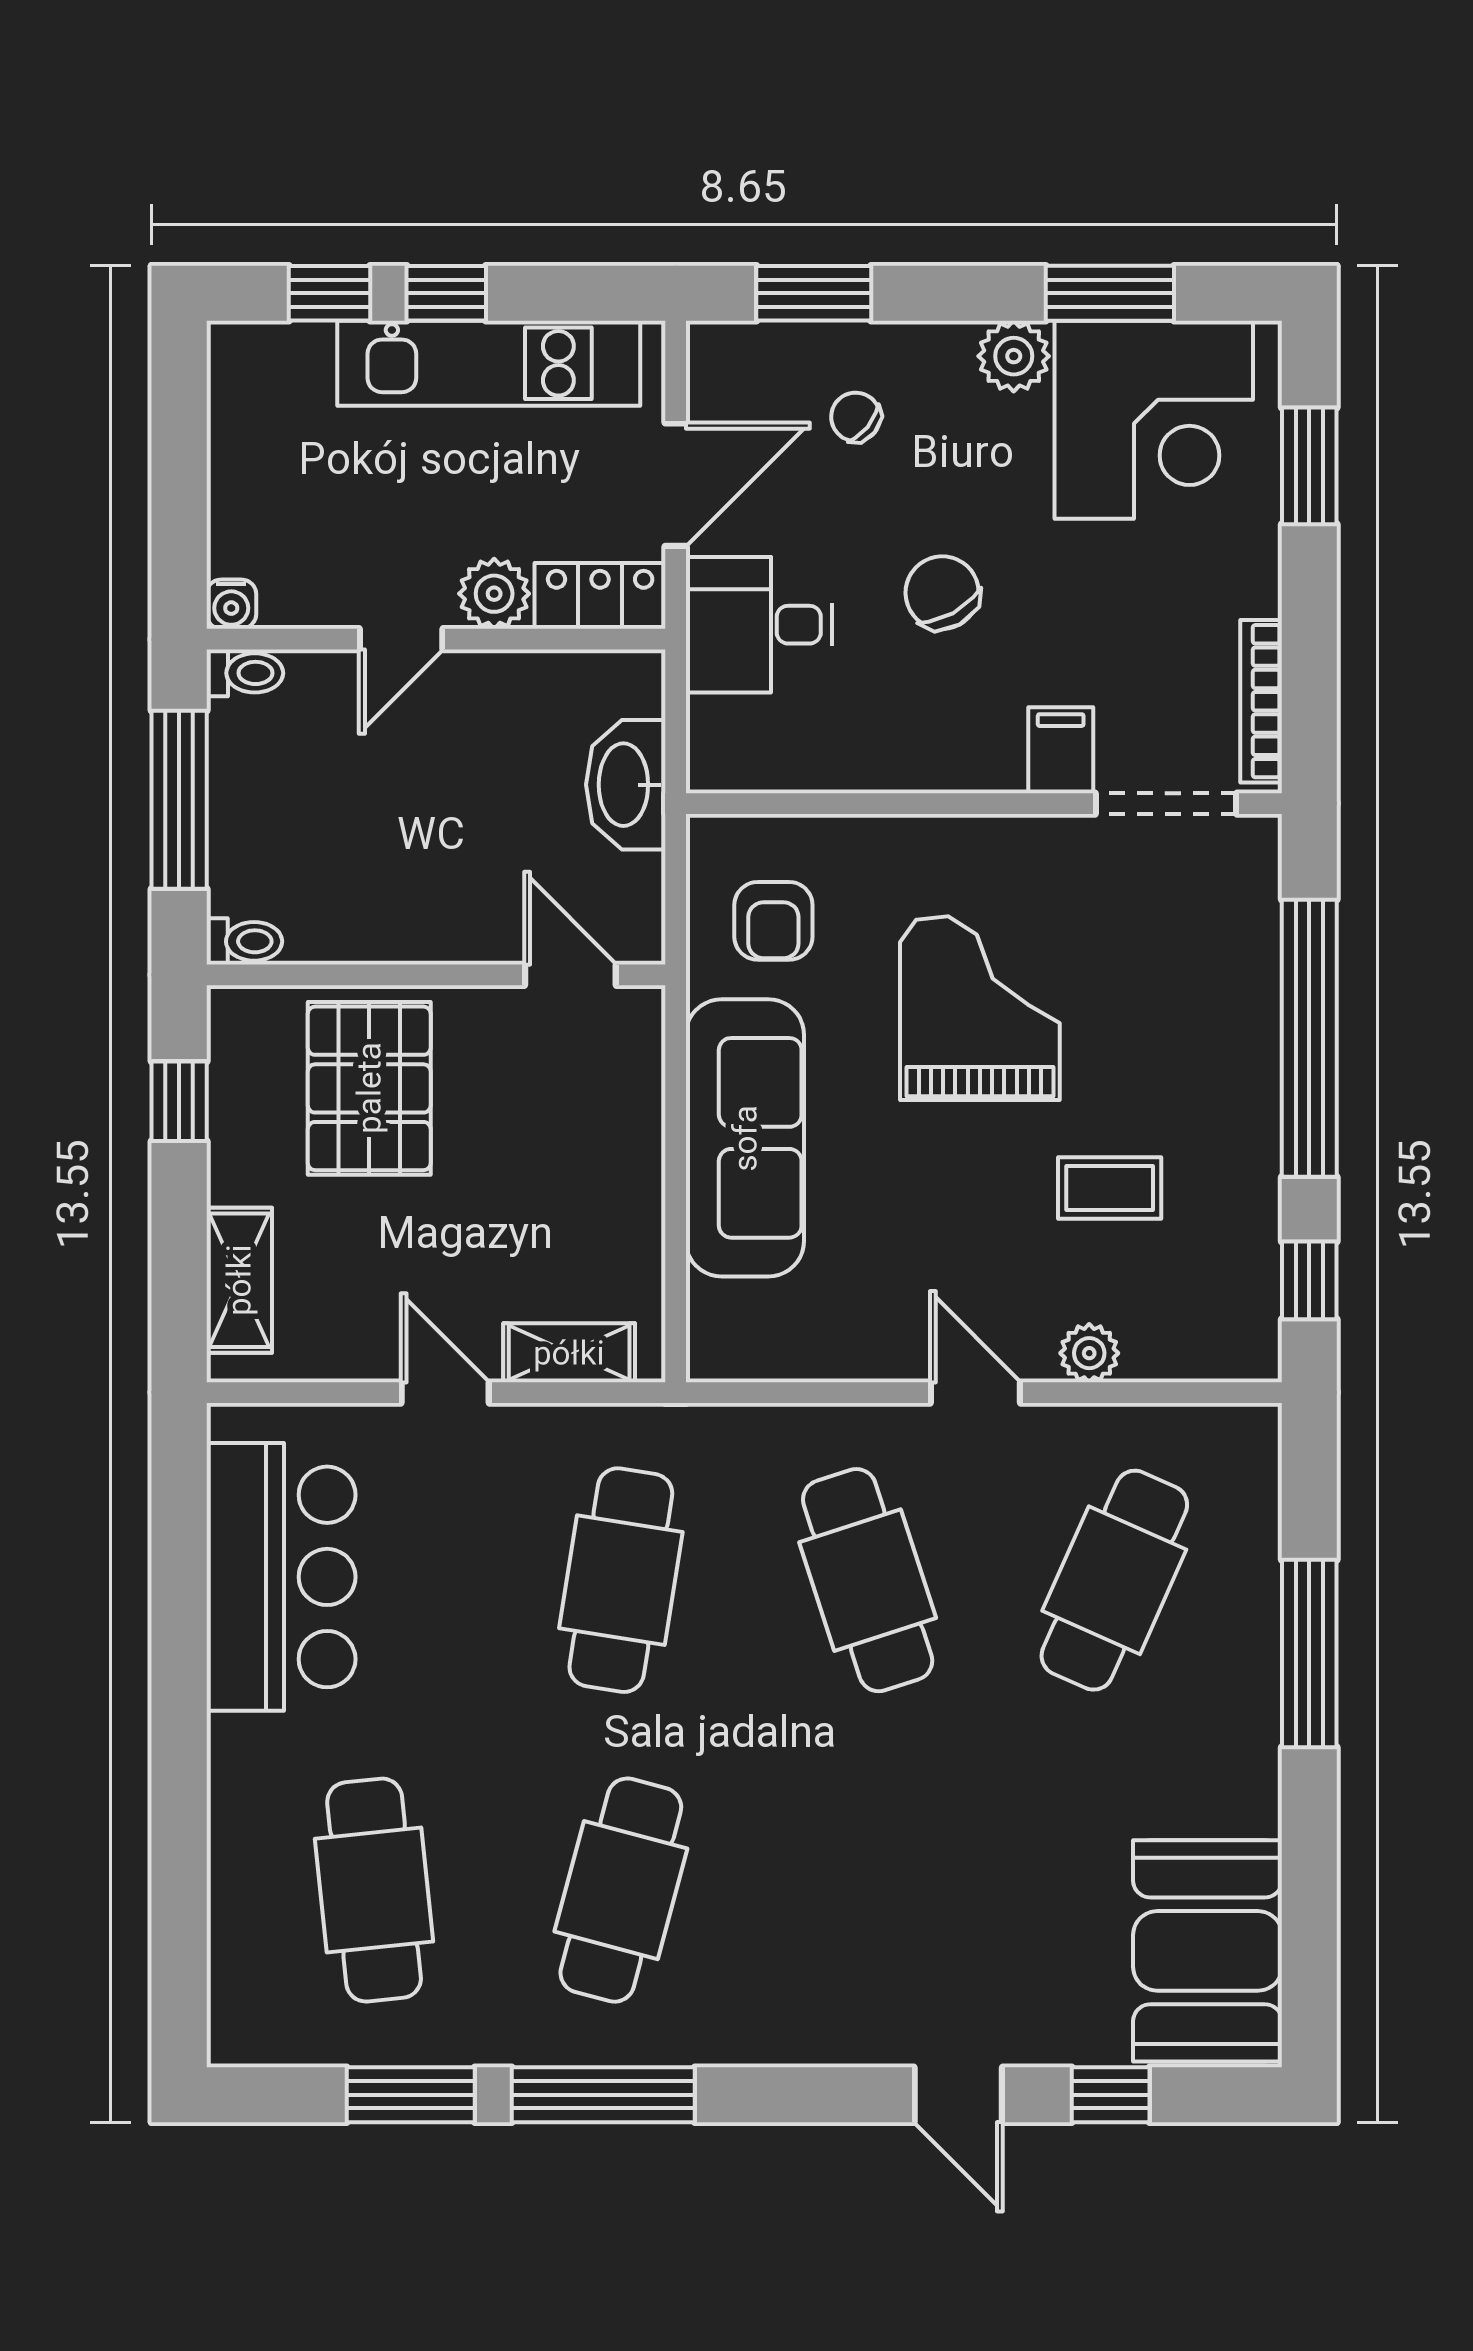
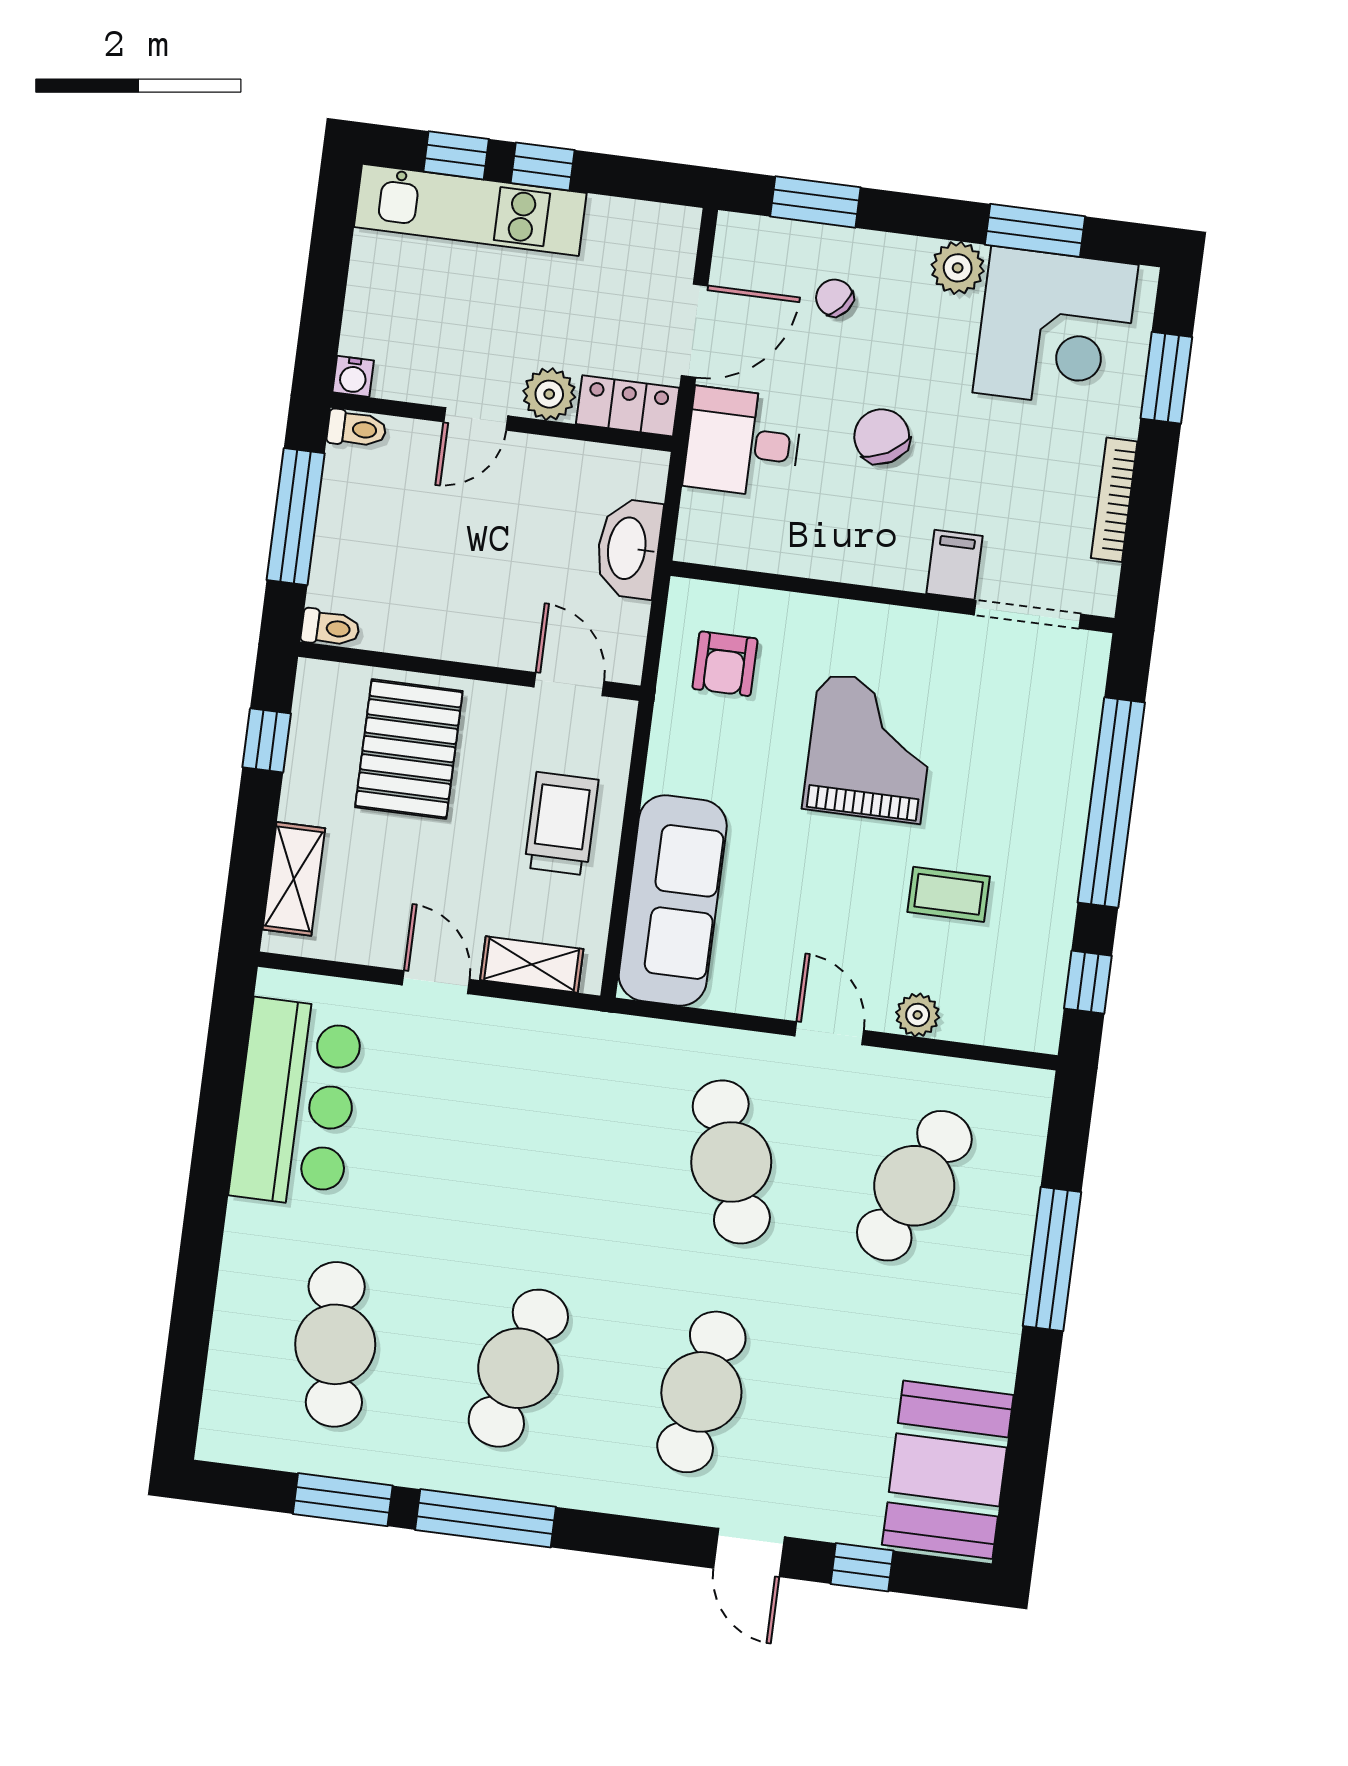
kitchen unit: (489, 363) -> (470, 210), moved
bookcase: (1261, 701) -> (1114, 500), moved
sofa: (745, 1138) -> (673, 901), moved
trolley: (584, 1161) -> (561, 824), added
cafe table: (621, 1580) -> (701, 1392), moved

